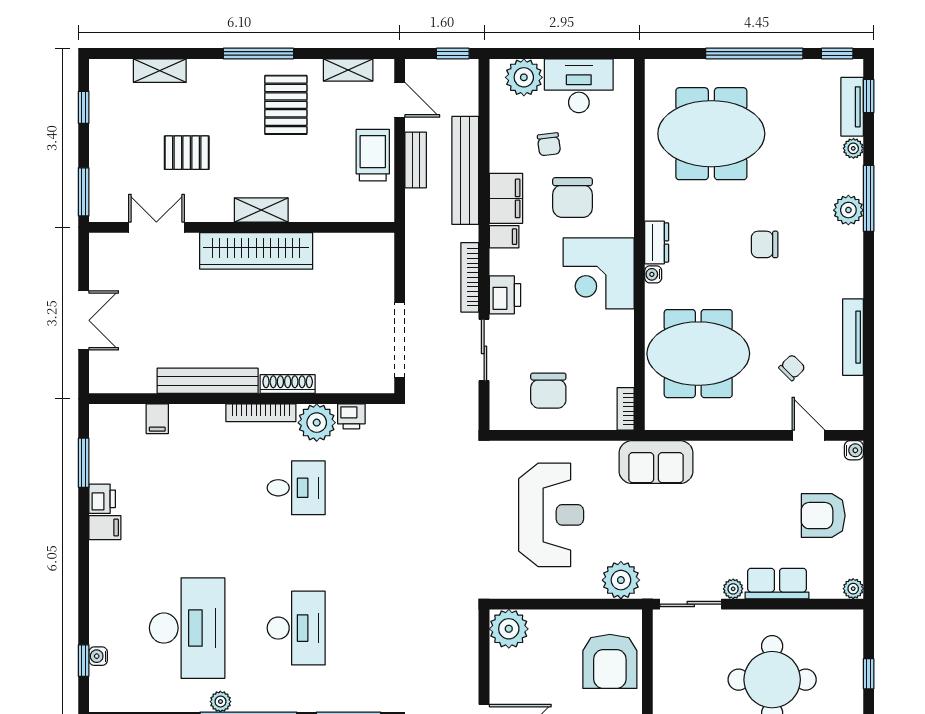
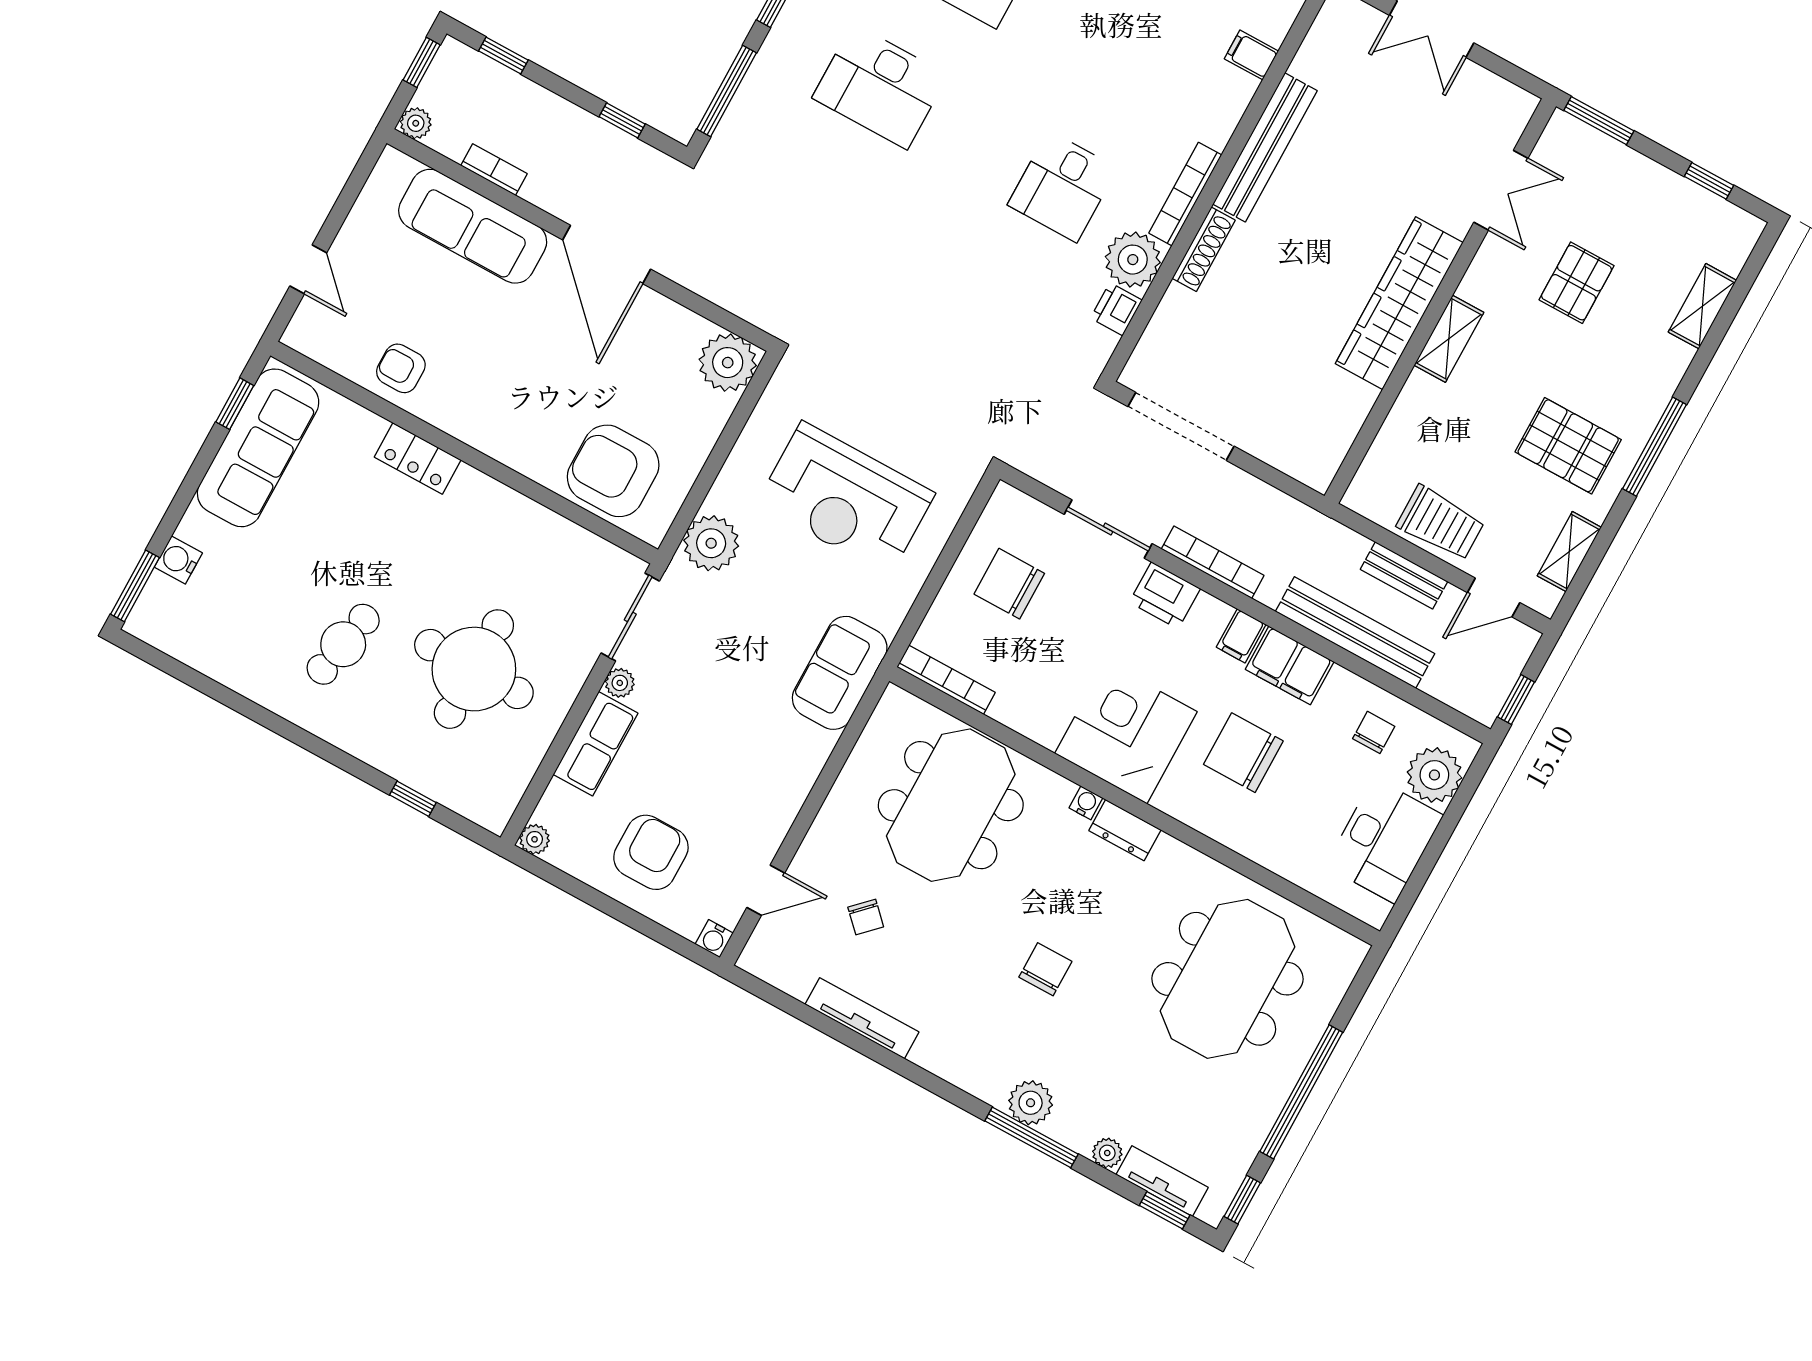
chair: (549, 144) -> (1374, 732), moved, turned 97
bookcase: (626, 409) -> (946, 680), width x1.56

